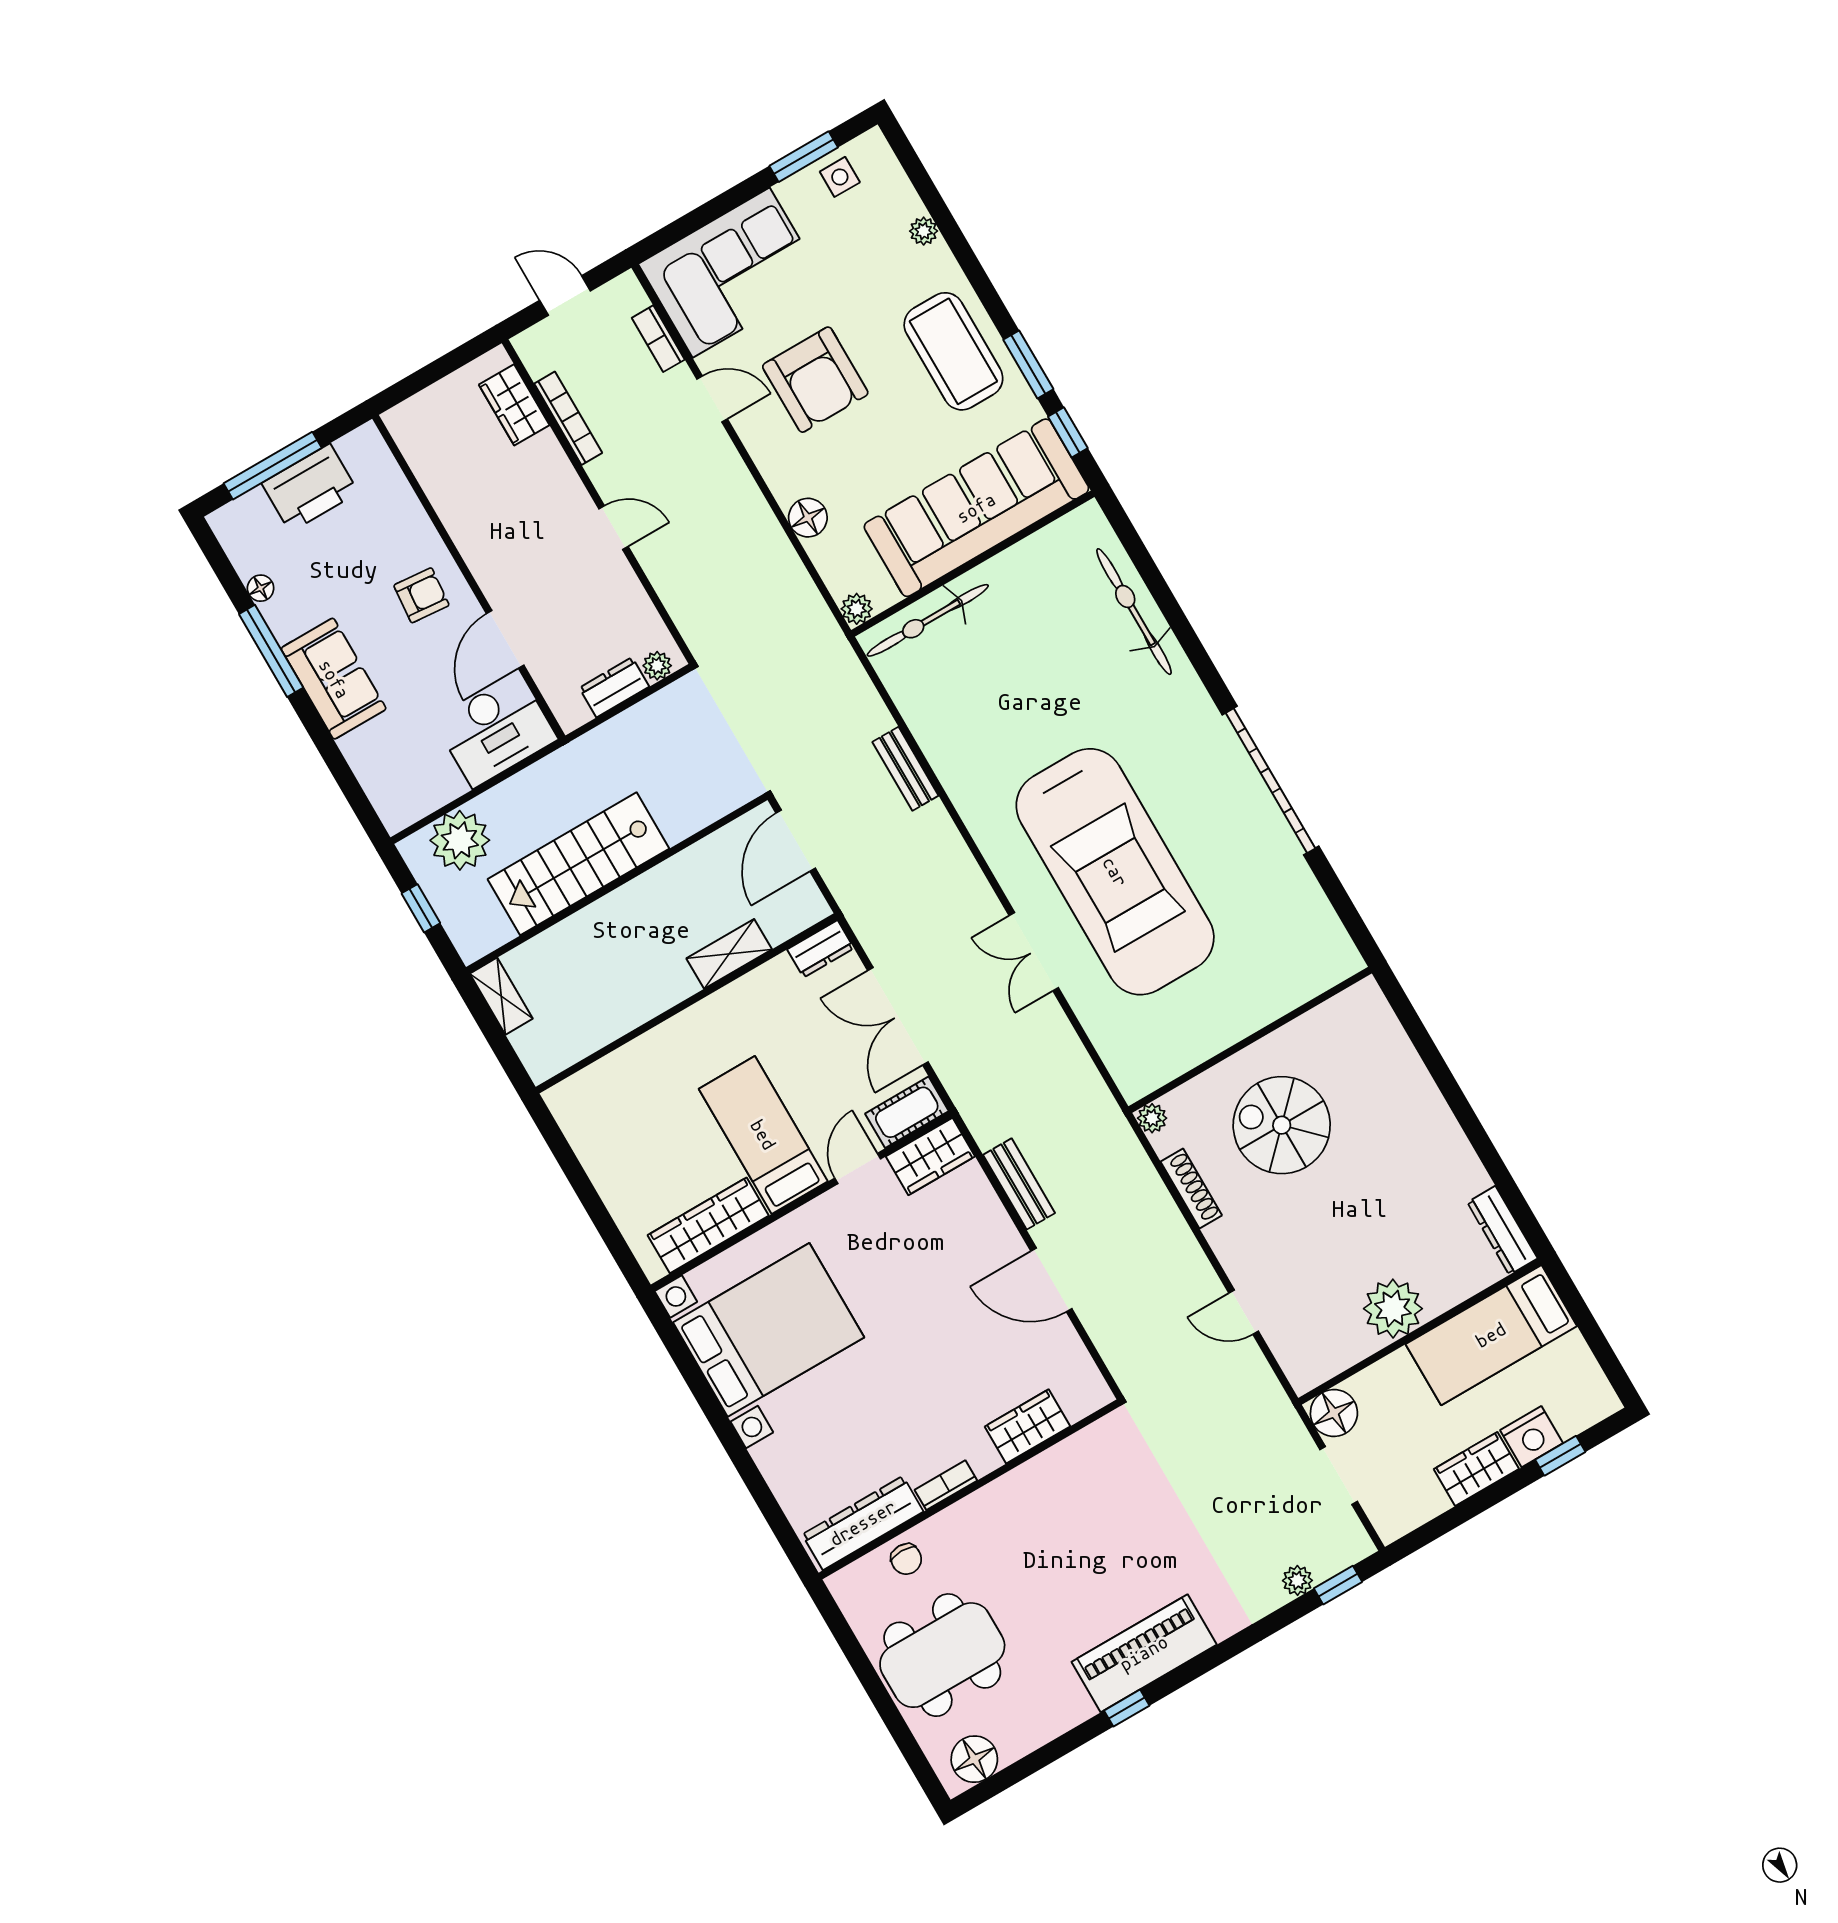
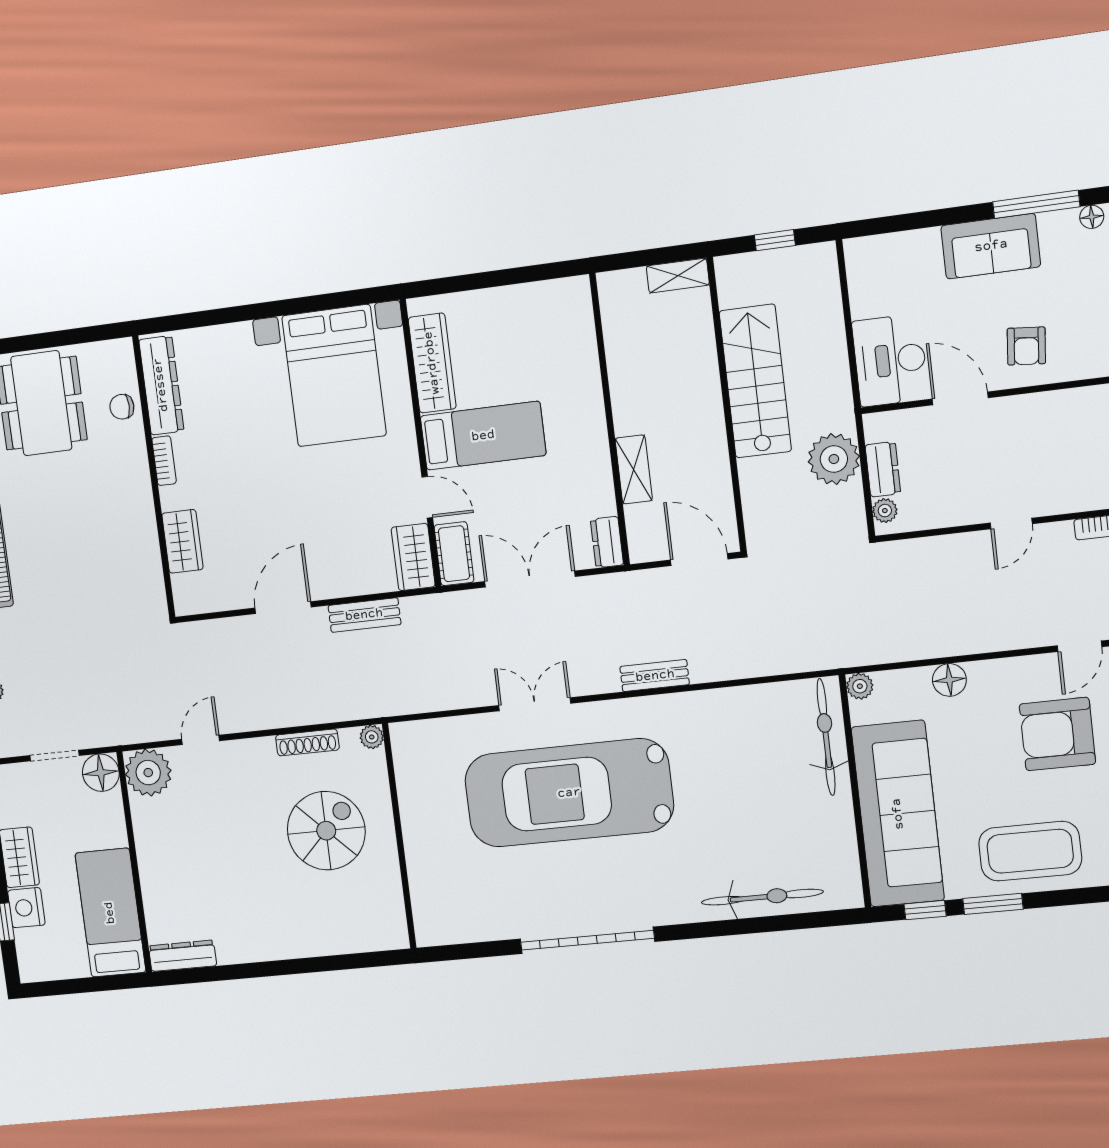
bench: (905, 769) -> (655, 676), moved
plant: (460, 840) -> (834, 459), moved
plant: (1393, 1309) -> (148, 773), moved

